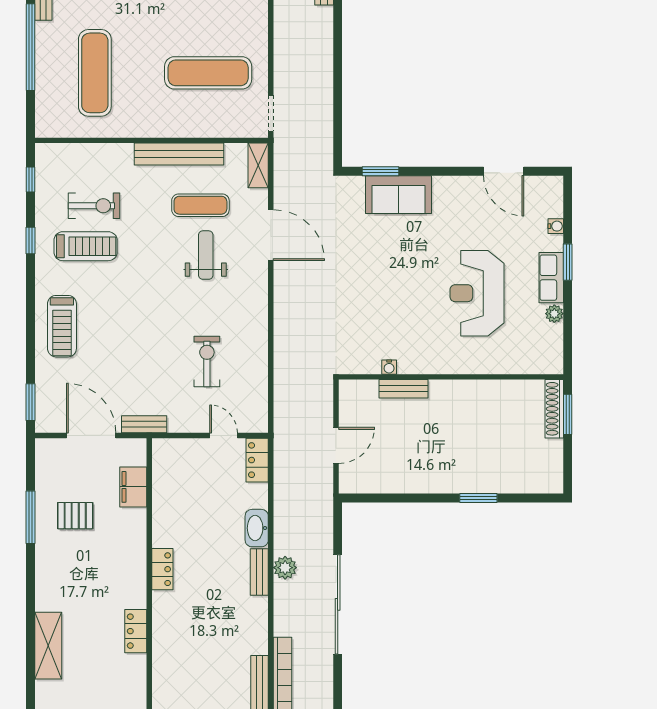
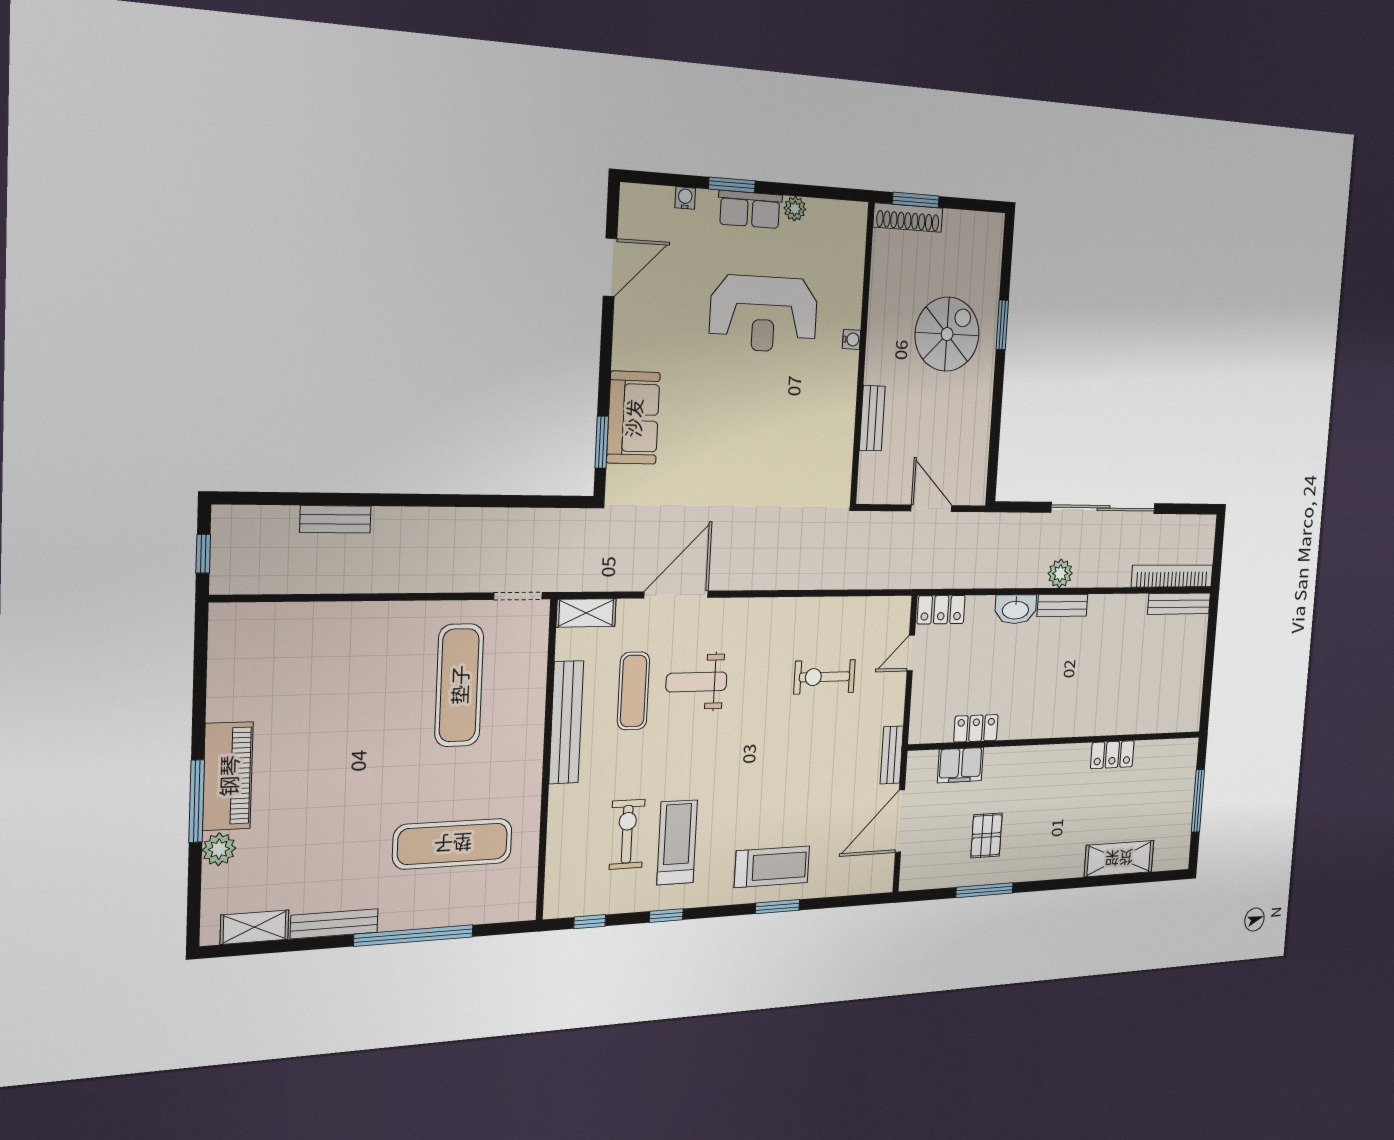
water cooler: (389, 367) -> (852, 339), moved
window: (30, 402) -> (777, 907), moved
spiral stairs: (469, 449) -> (947, 334), added
locker: (162, 569) -> (976, 728), moved

